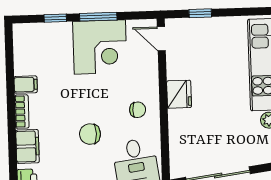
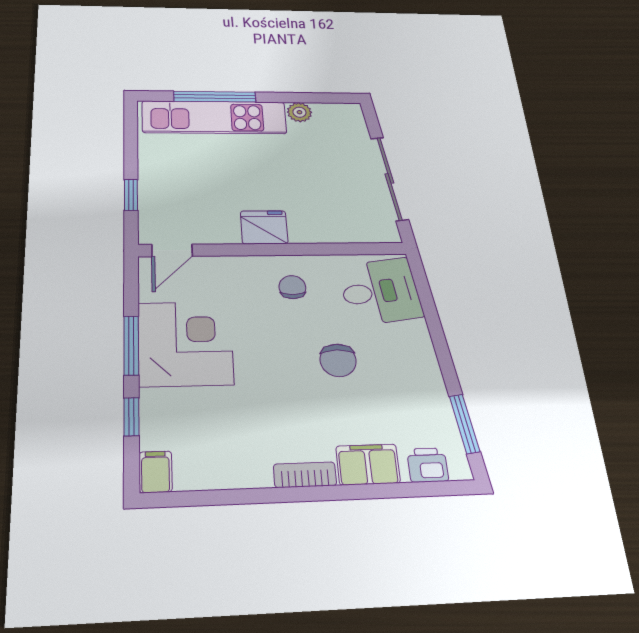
filing cabinet: (26, 85) -> (155, 472), moved

